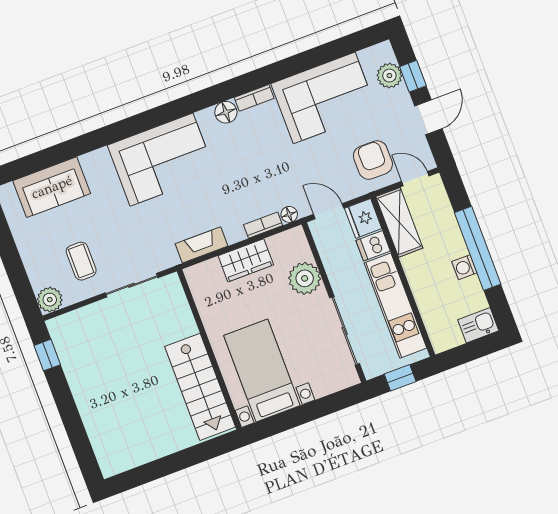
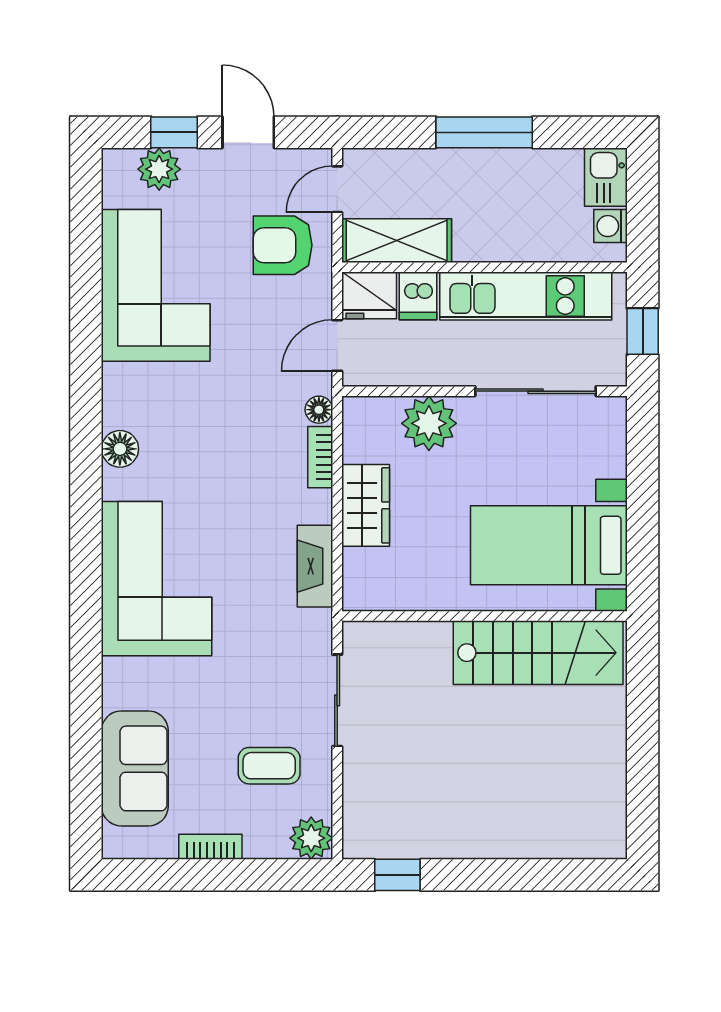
bookcase: (254, 98) -> (210, 847), moved, turned -90
window: (478, 248) -> (484, 132), width x0.68
washing machine: (464, 267) -> (610, 226), moved, turned 90

